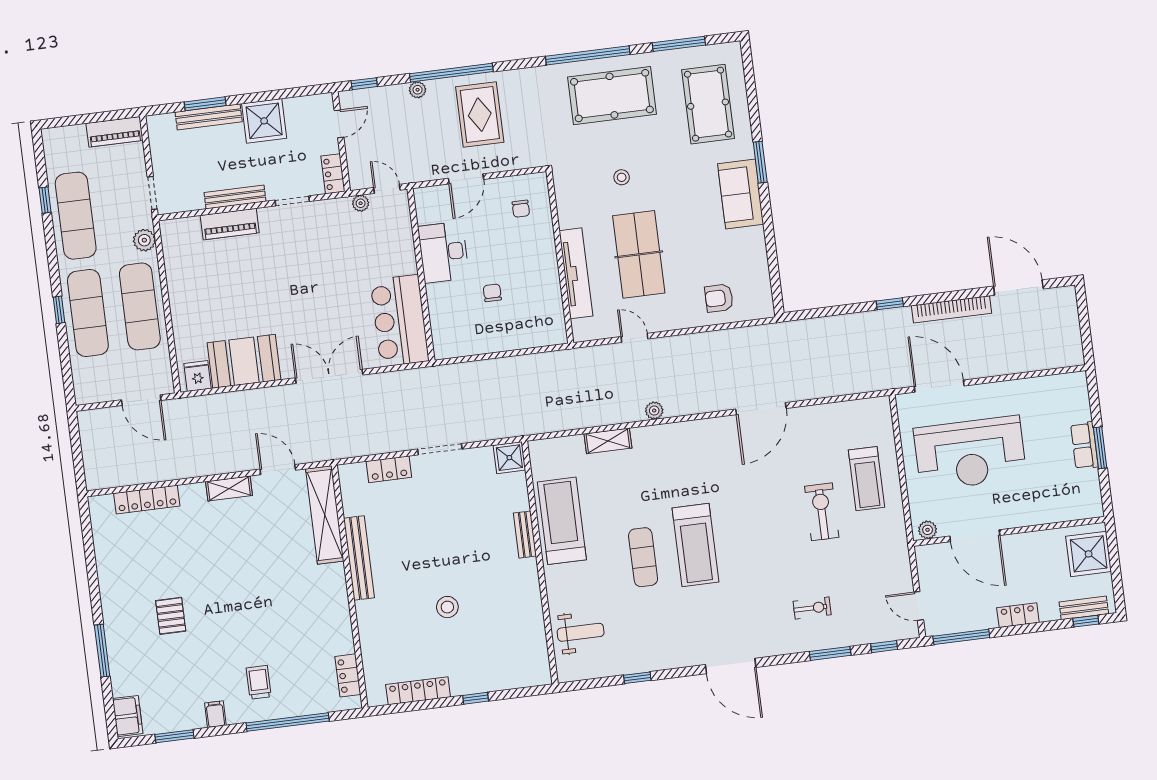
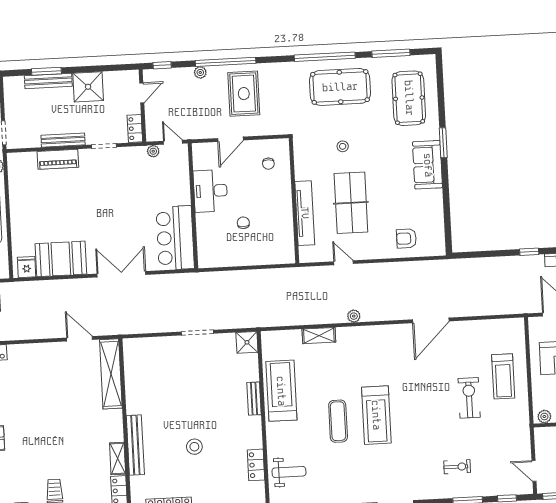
locker: (389, 469) -> (256, 465), moved, turned 90
shelving: (229, 489) -> (118, 459), moved, turned 90
bench: (359, 558) -> (135, 445), moved

